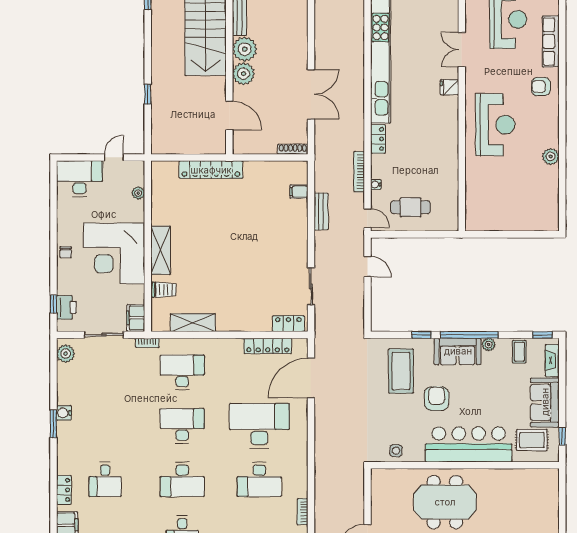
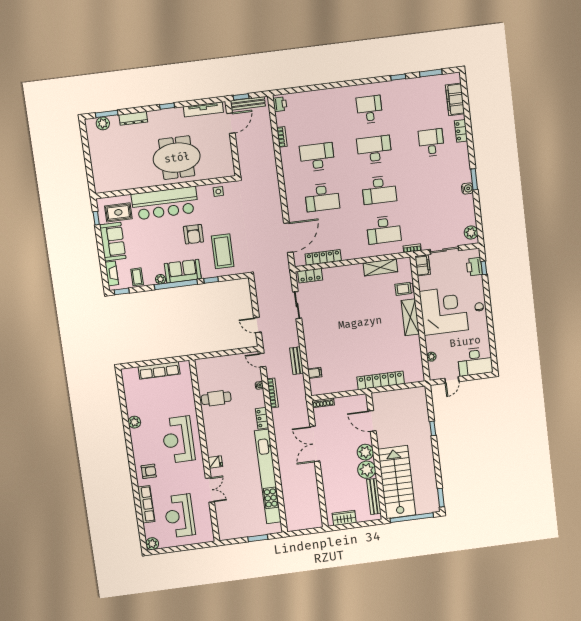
cafe table: (411, 207) -> (216, 398), moved
row of seats: (508, 222) -> (159, 370), added
desk: (259, 426) -> (322, 197), width x0.73, depth x0.77

